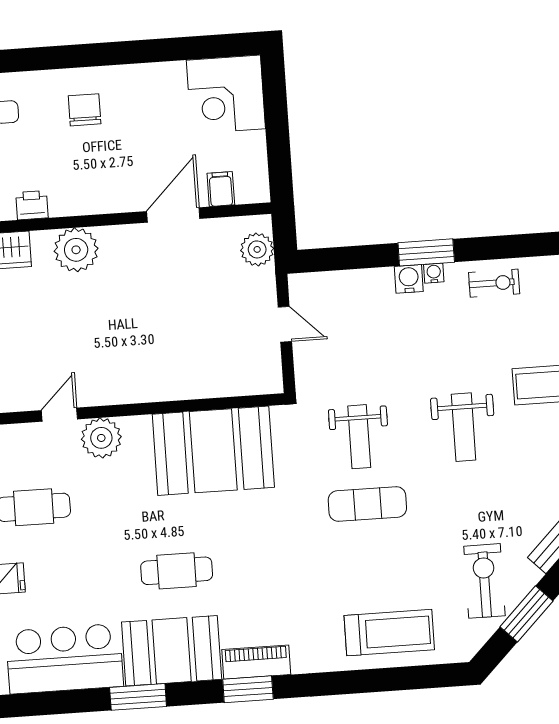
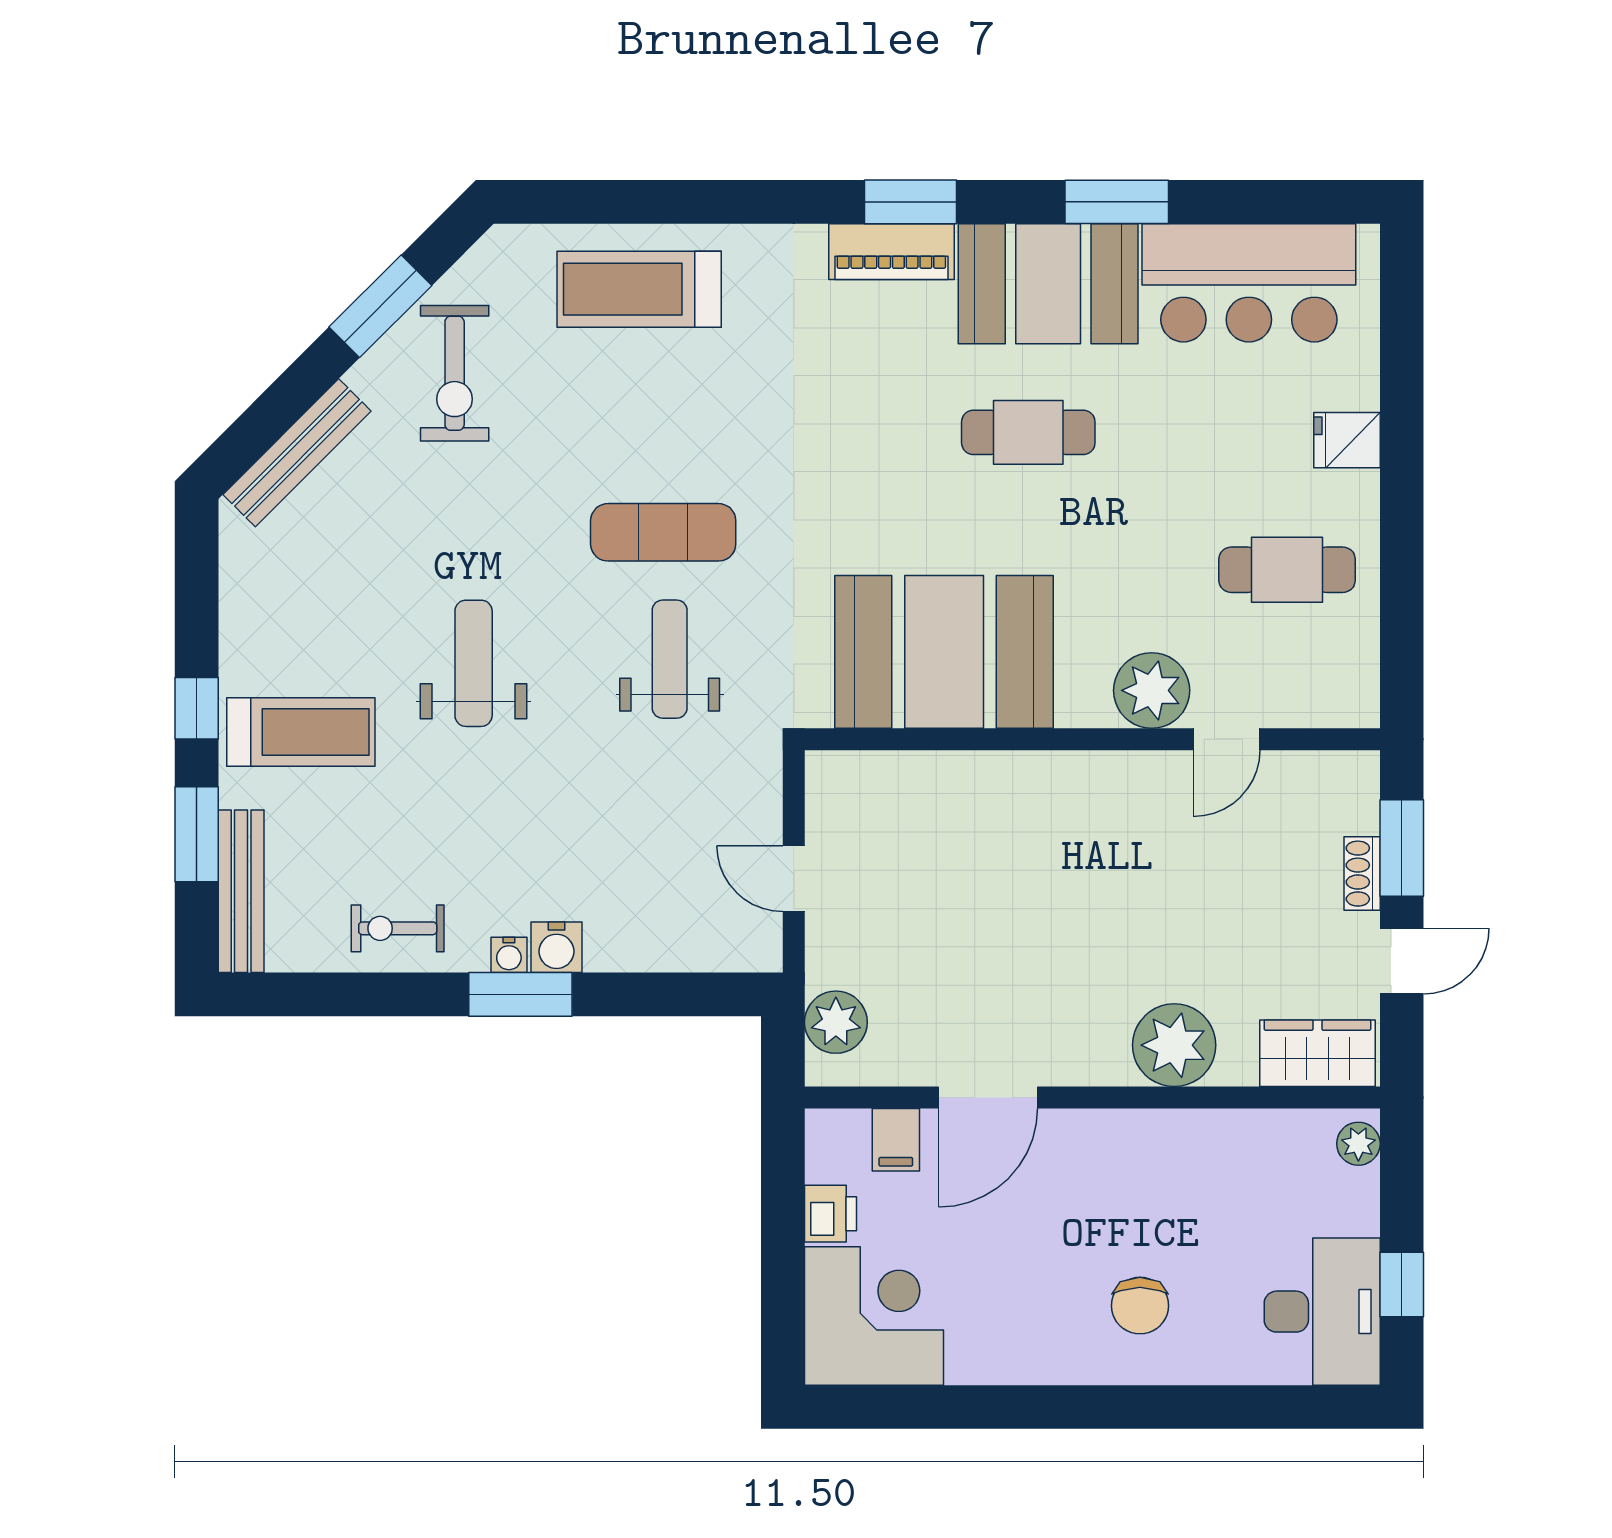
printer: (32, 205) -> (831, 1214), moved, turned -90

